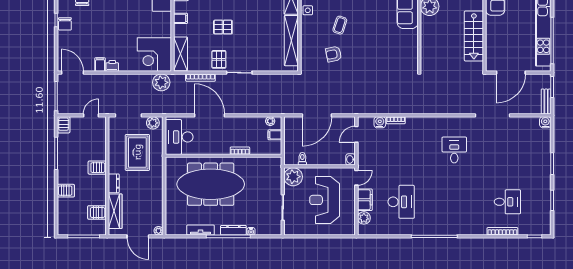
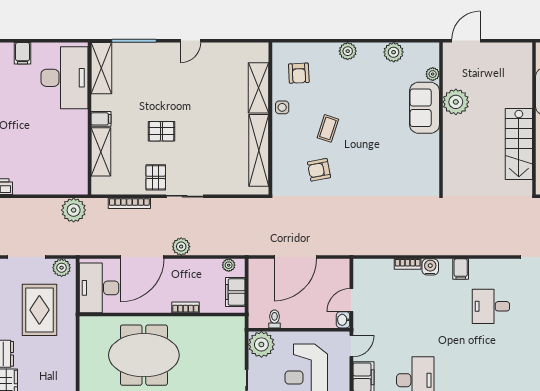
shelving: (180, 54) -> (101, 152), moved
corner desk: (154, 55) -> (64, 170), removed
plant: (237, 108) -> (181, 247), added
door: (210, 115) -> (142, 257), swing flipped
water cooler: (380, 122) -> (430, 267), moved
filing cabinet: (433, 124) -> (461, 269), added
door: (356, 134) -> (351, 300), moved
filing cabinet: (275, 135) -> (235, 292), width x2.00
desk: (454, 150) -> (491, 306), turned -90
meeting table: (211, 184) -> (144, 355), width x0.73

